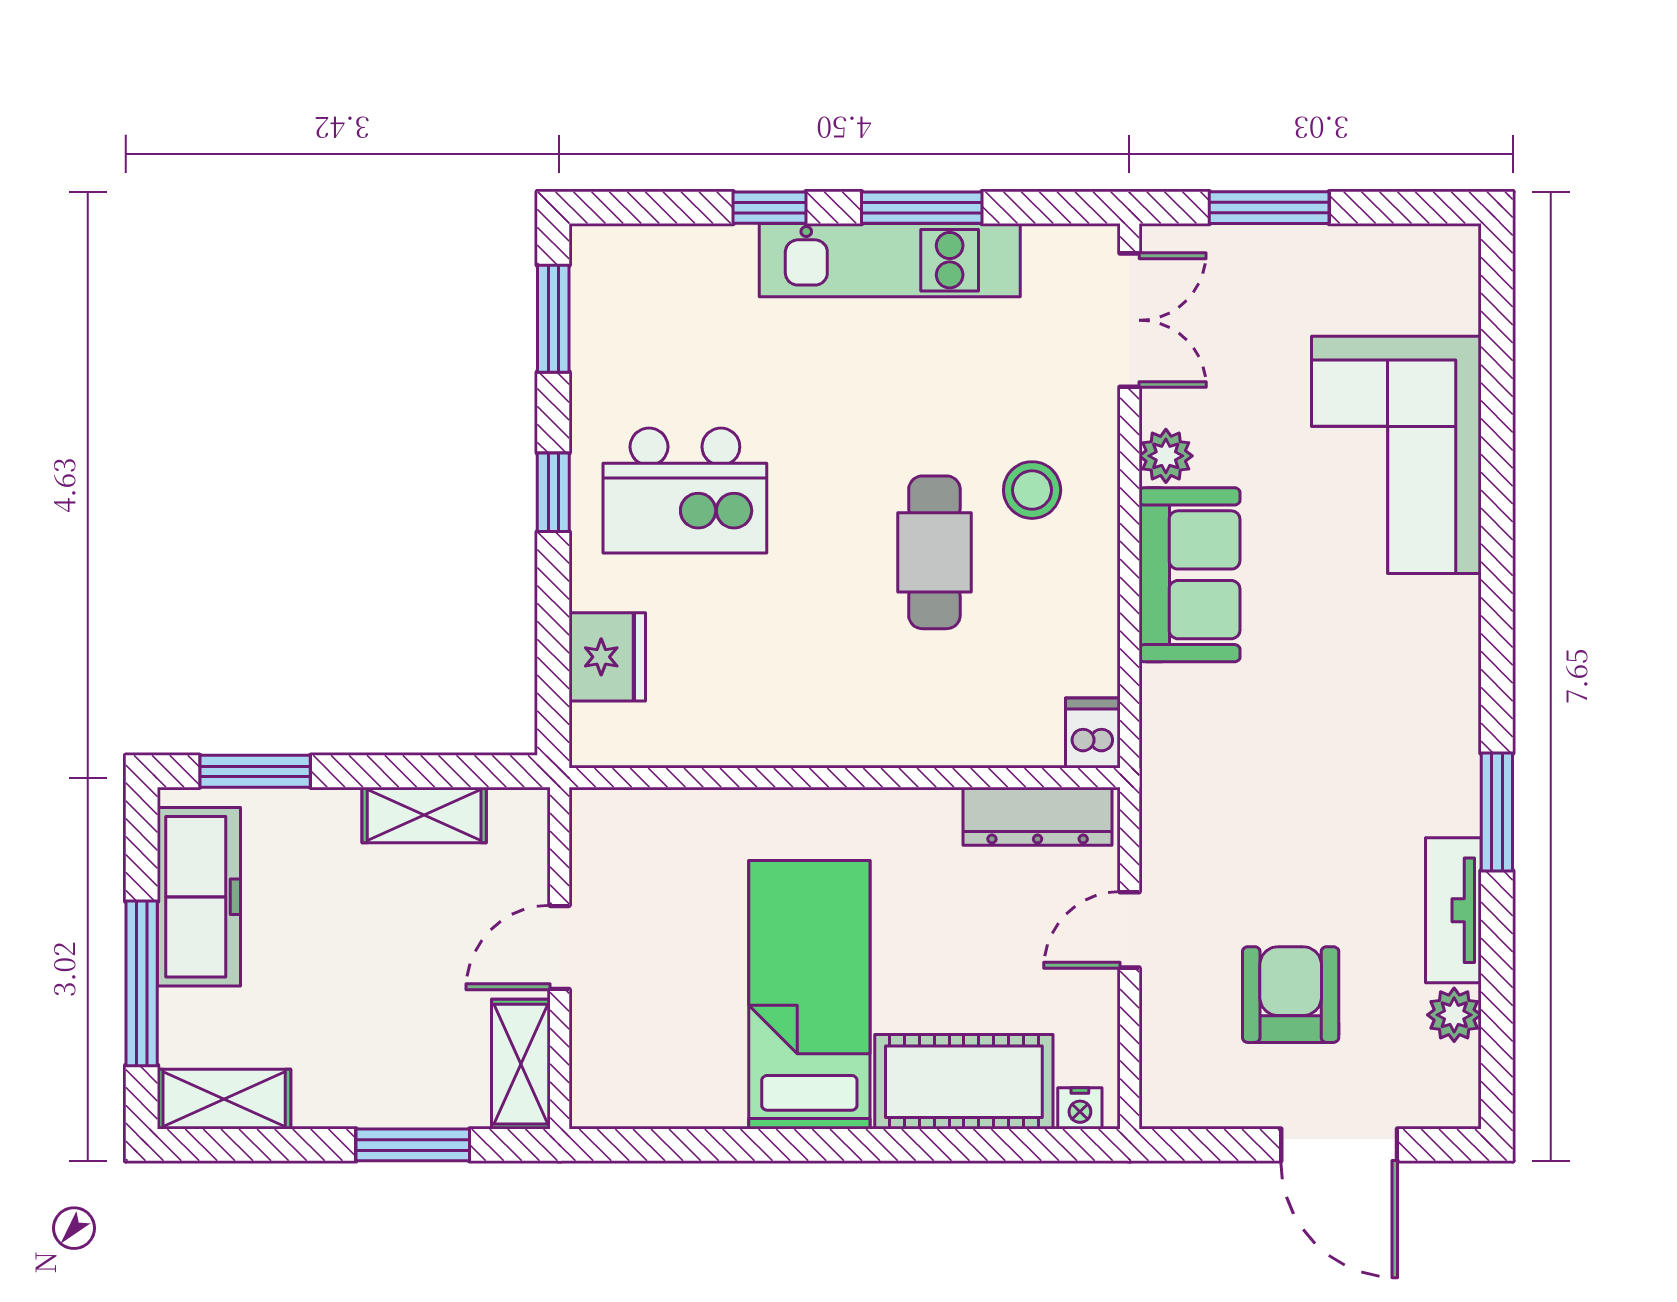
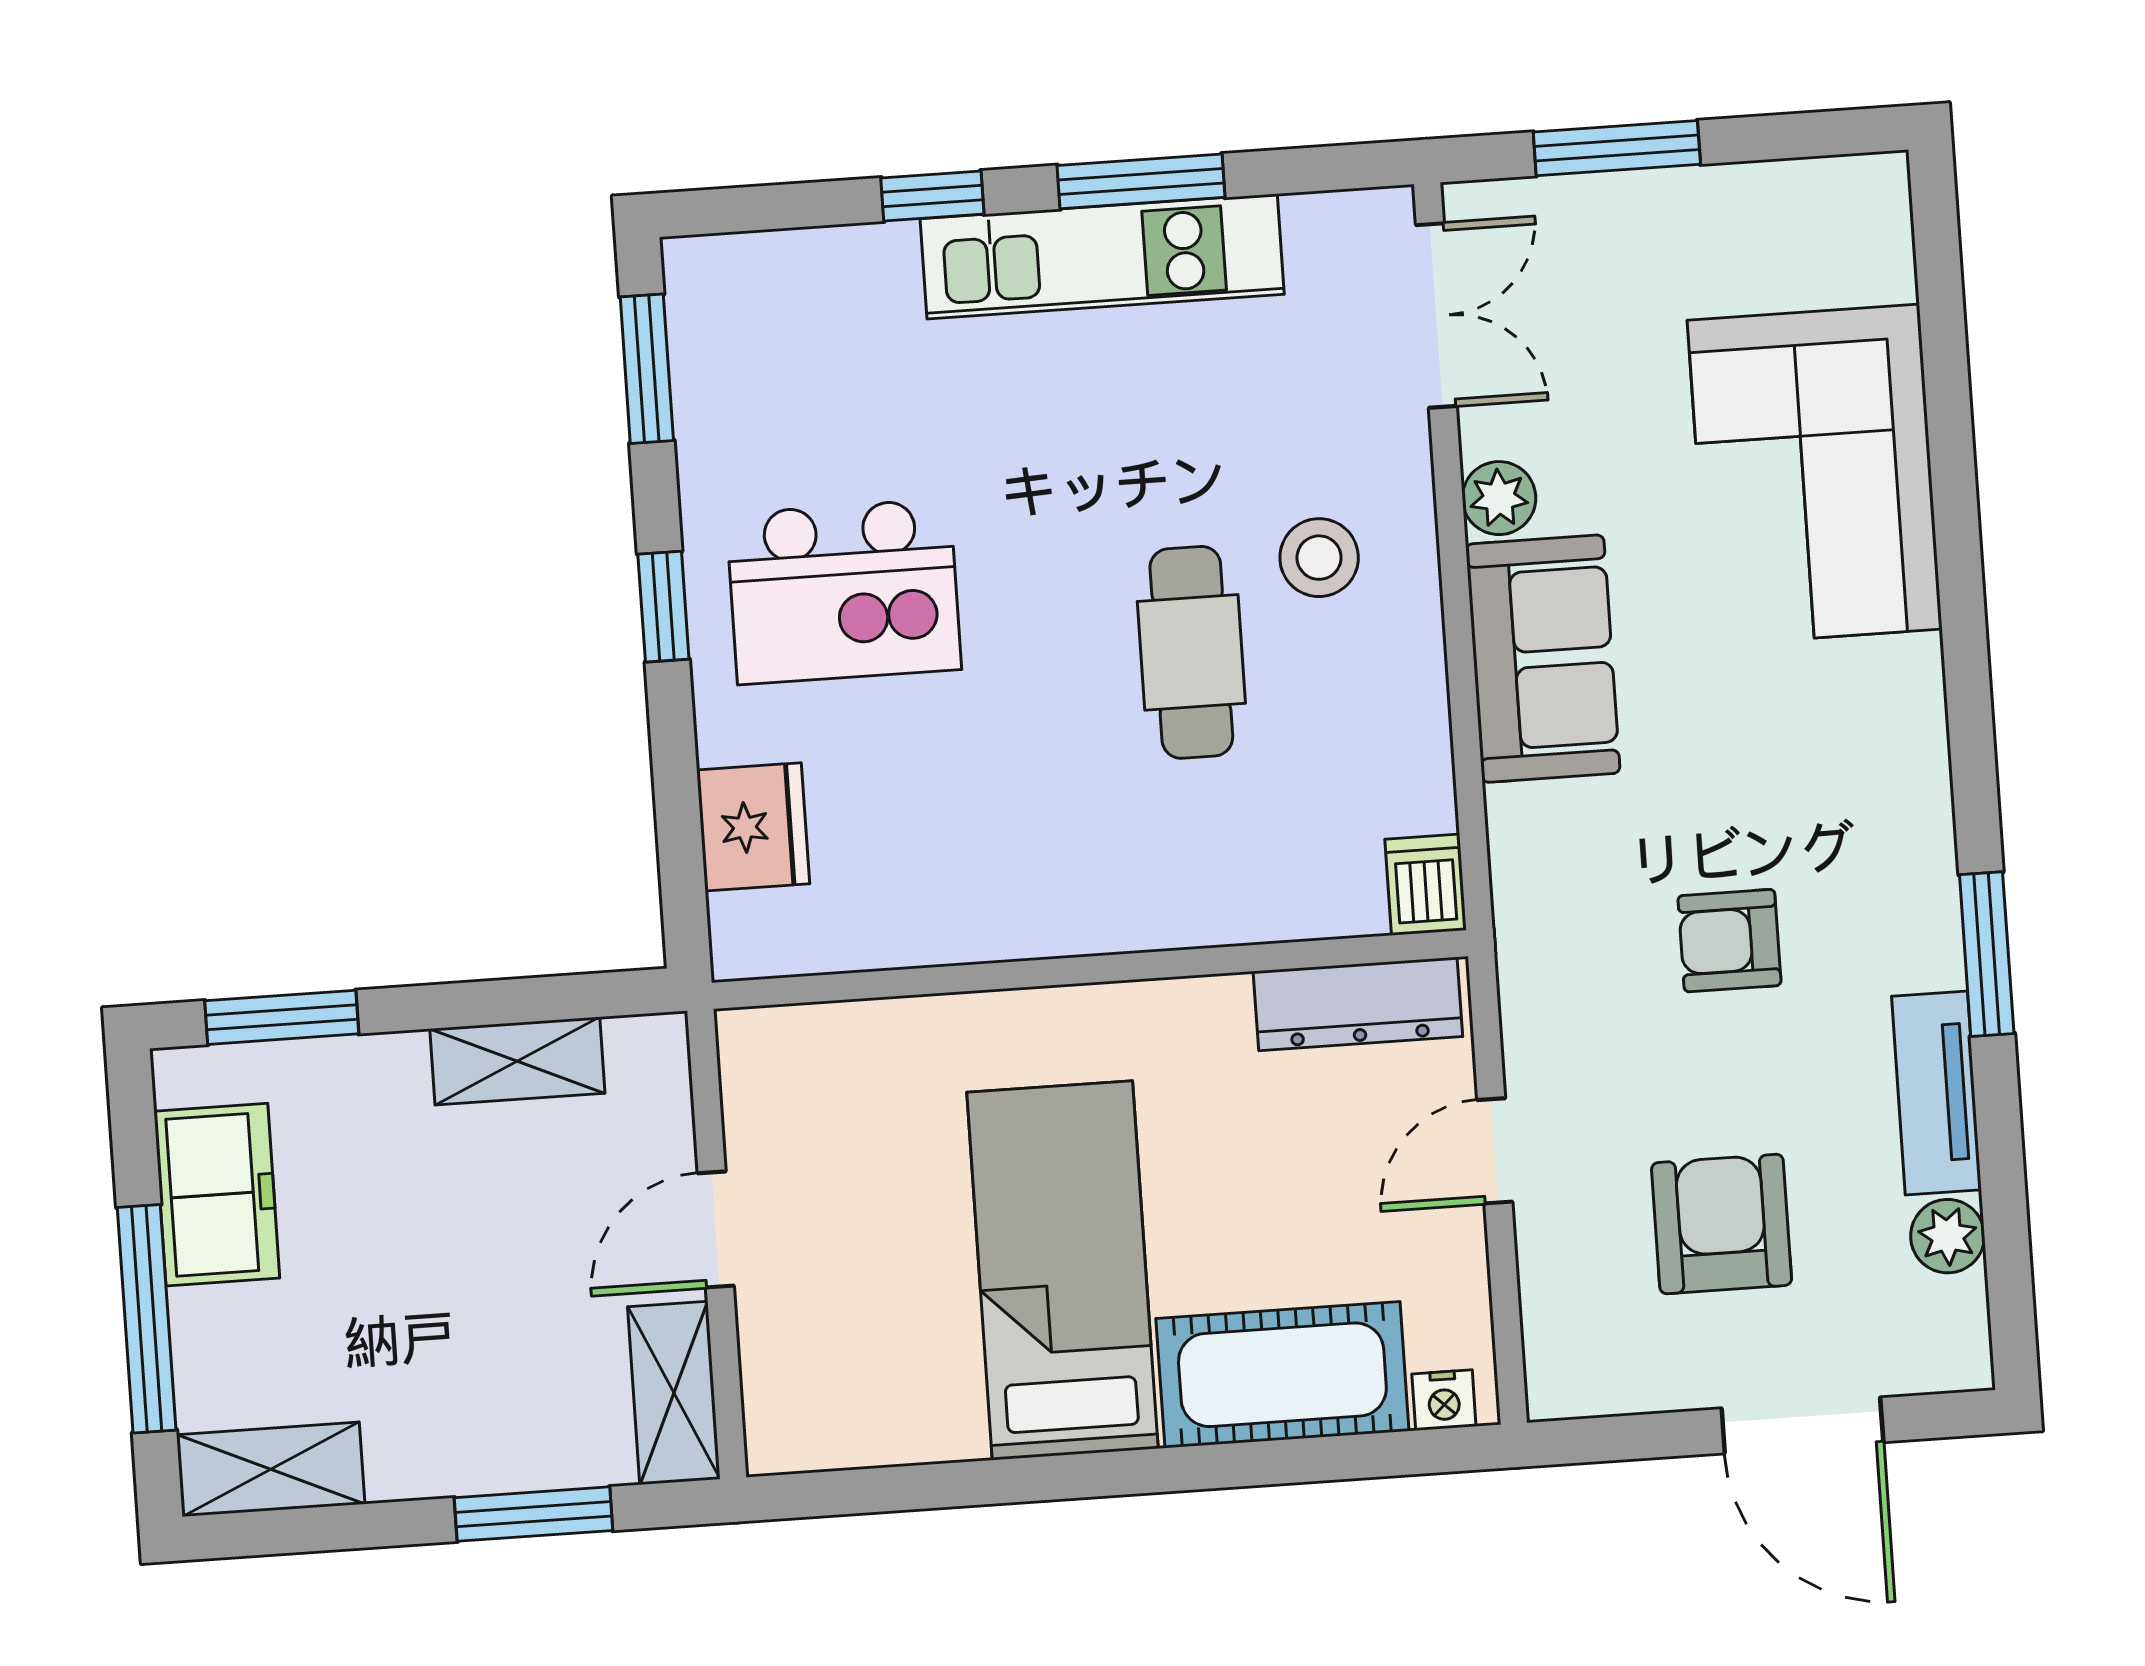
armchair: (1311, 789) -> (1729, 941), added
freezer: (199, 897) -> (217, 1195), width x0.71

